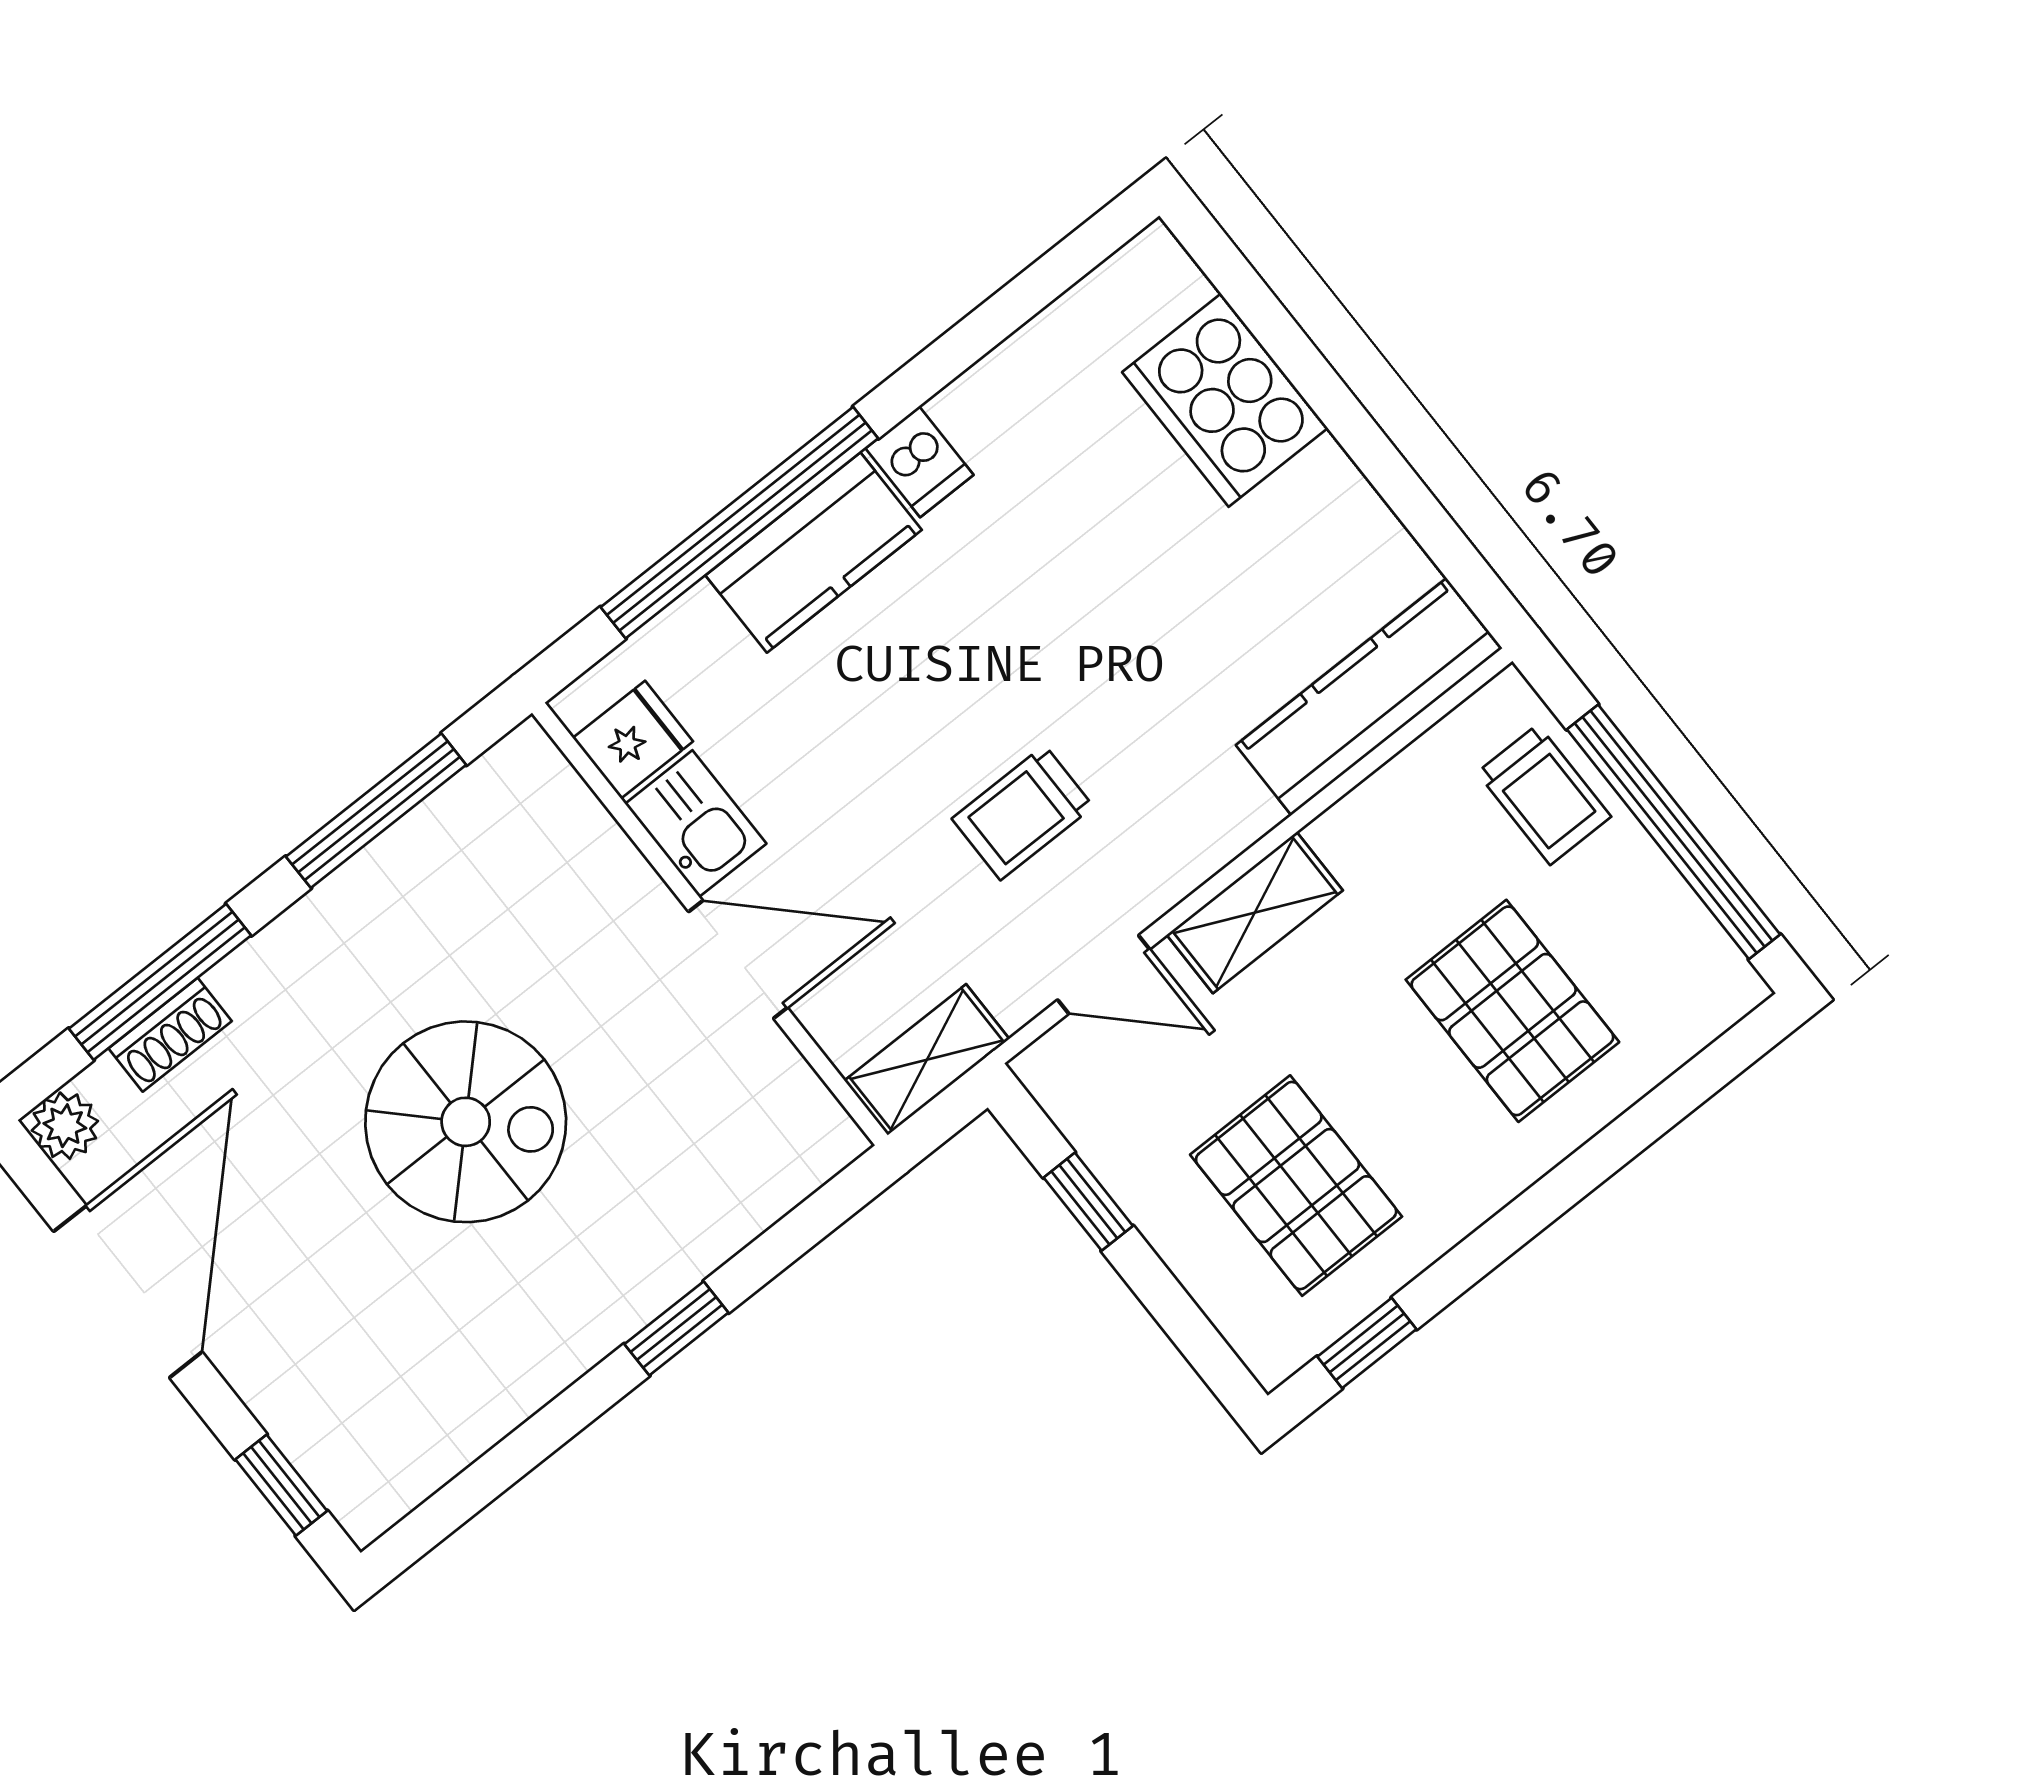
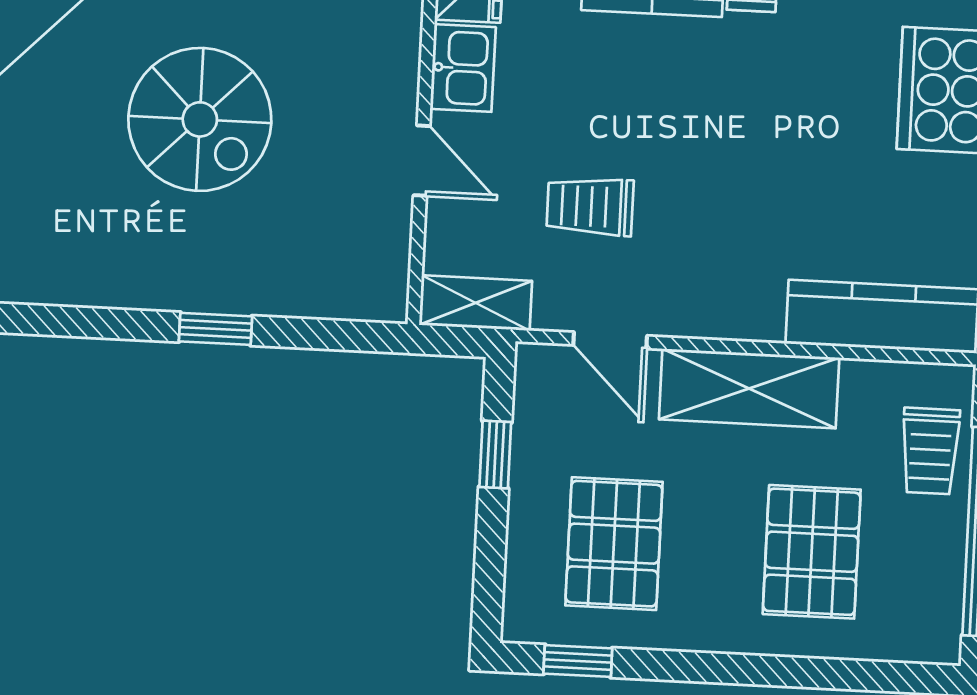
trolley: (1023, 813) -> (590, 206), moved
shelving: (1255, 913) -> (749, 389), width x1.50, depth x1.33
door: (738, 960) -> (422, 161), width x0.73

